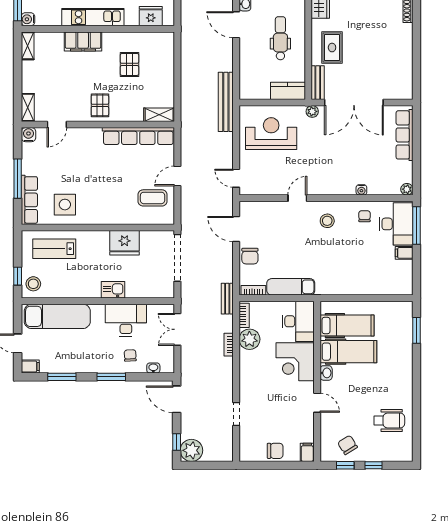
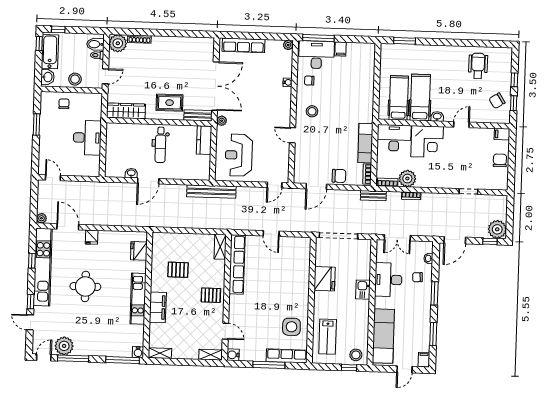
dental chair: (280, 38) -> (160, 145), turned -90
coffee table: (153, 198) -> (288, 254), removed

